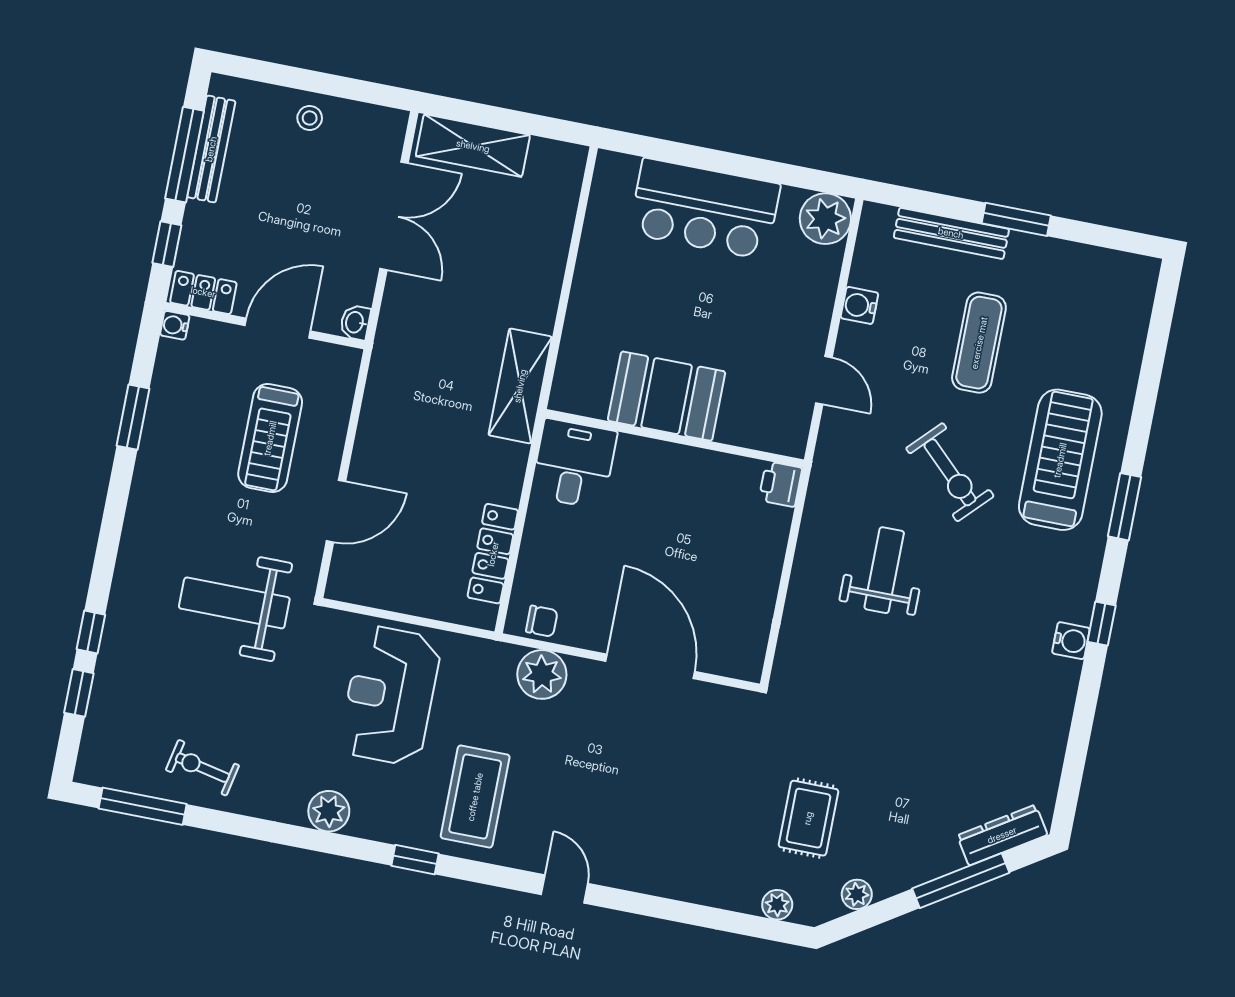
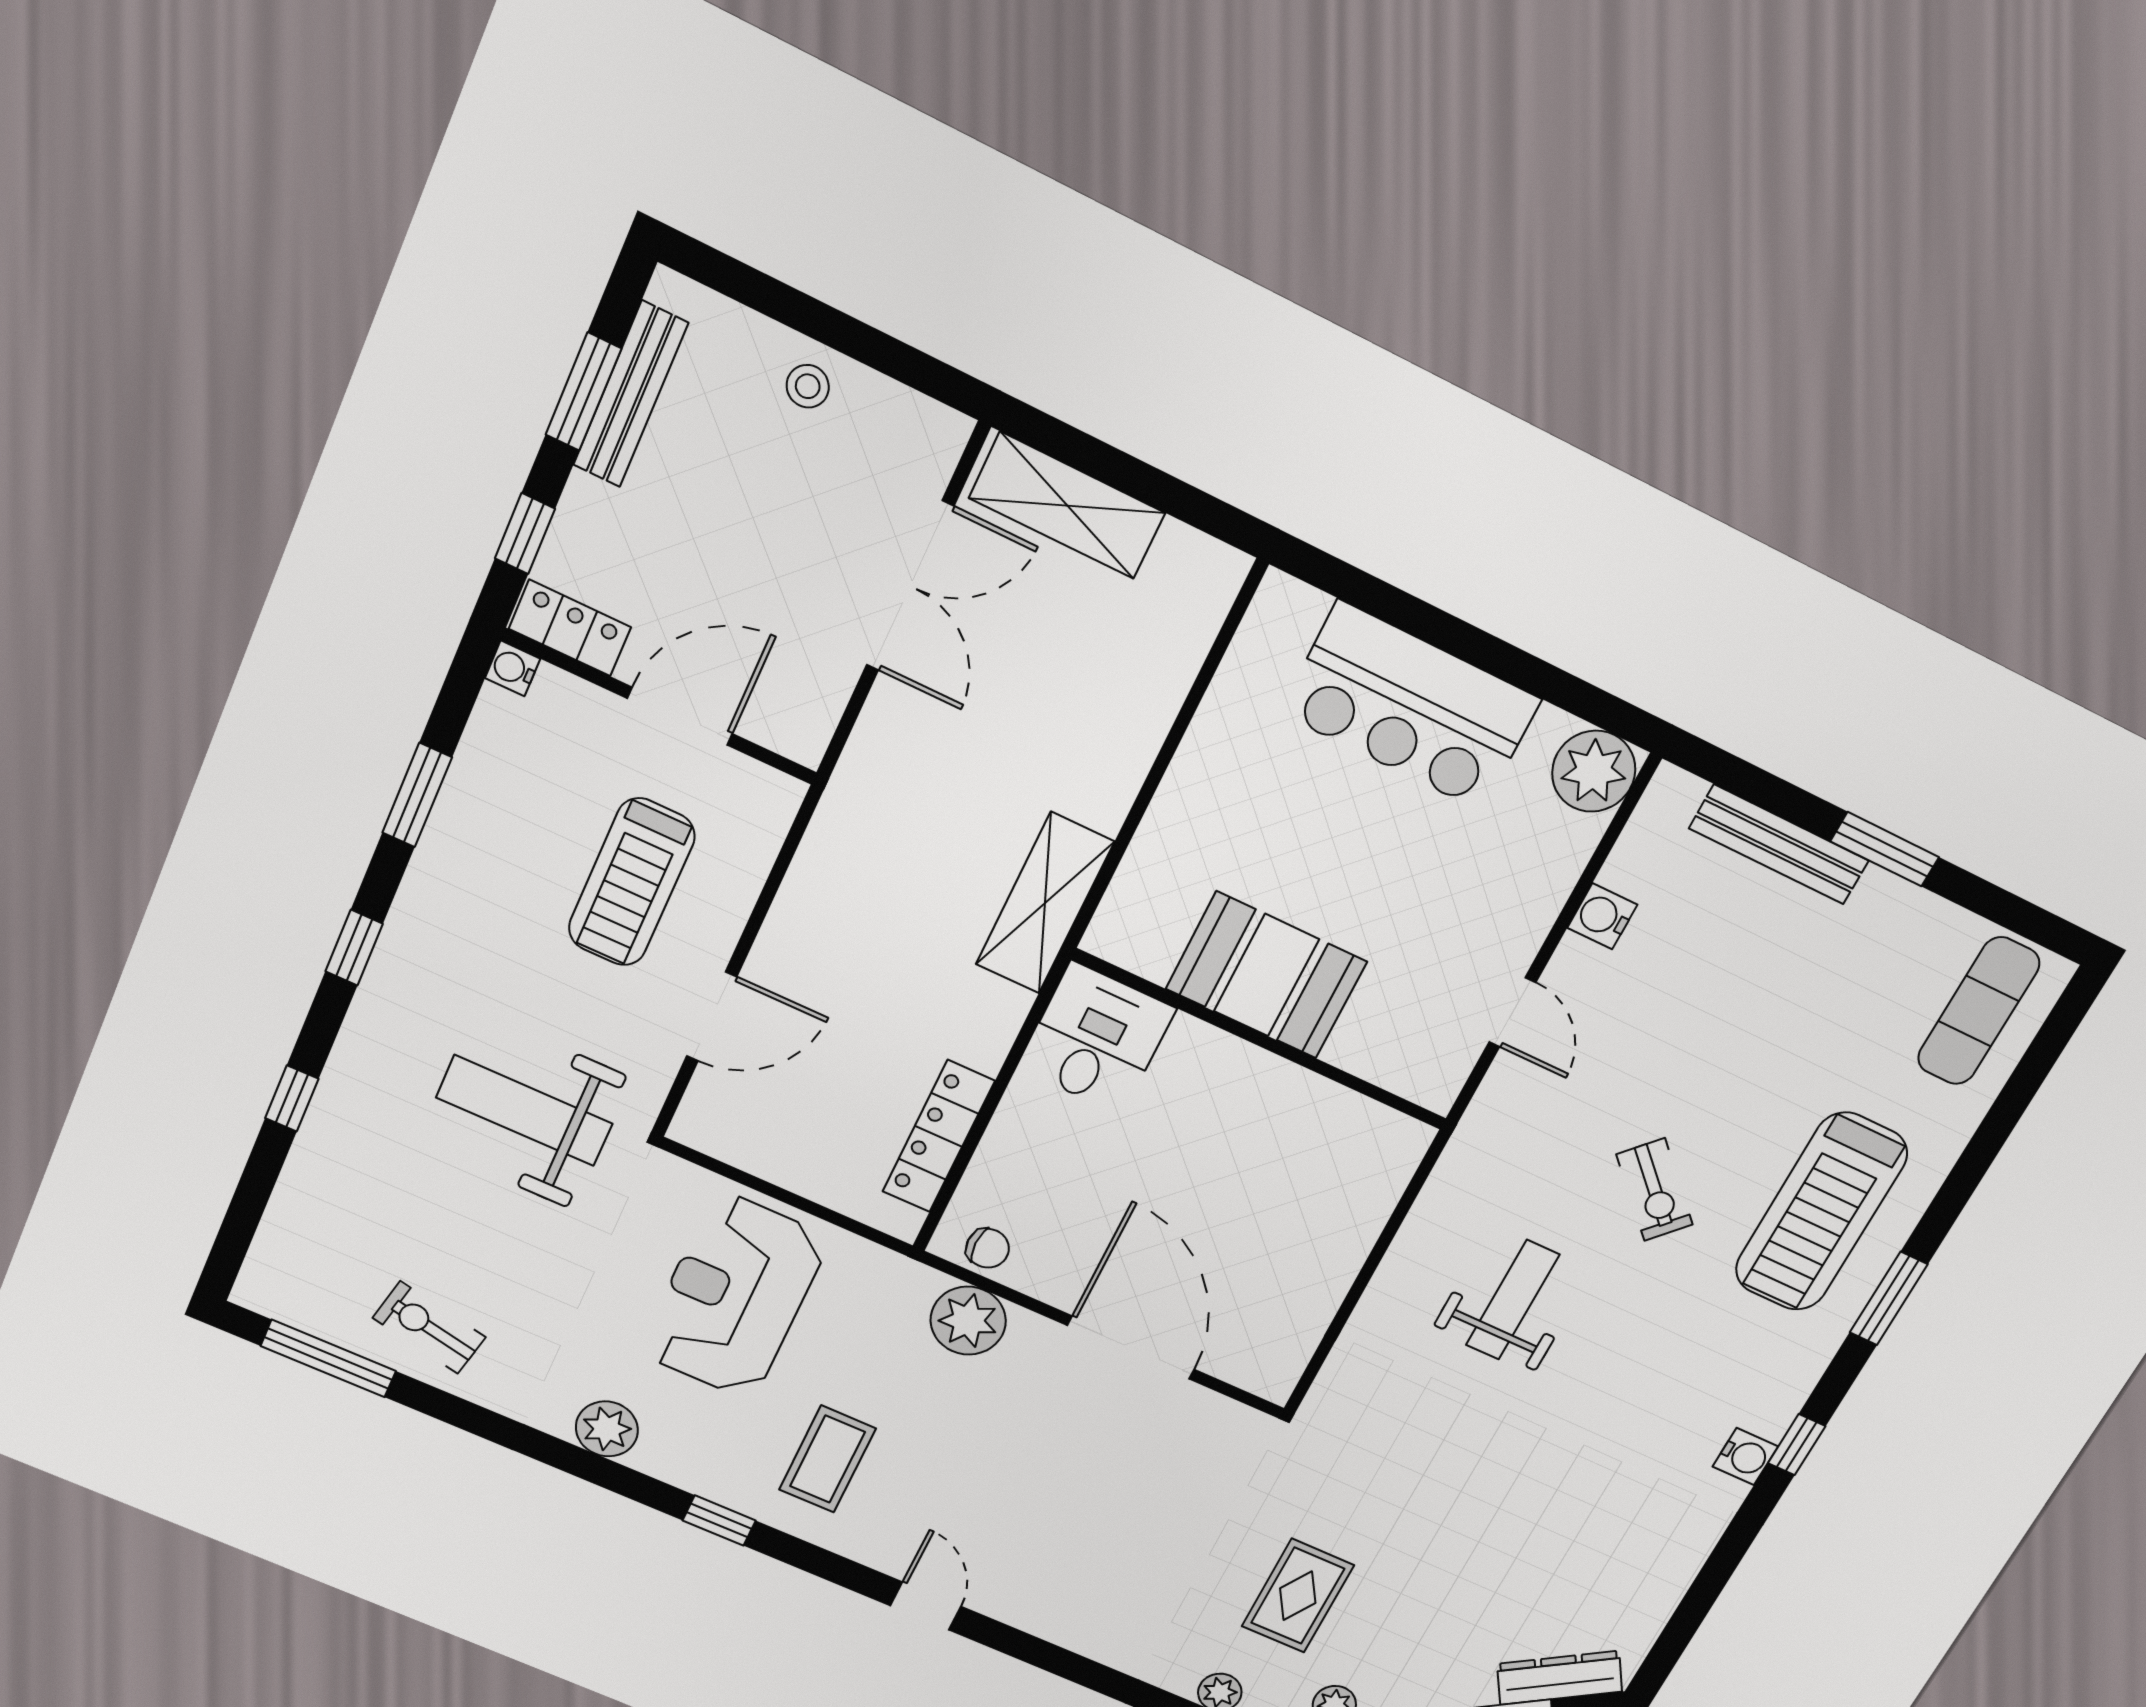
window: (185, 155) -> (583, 392), width x0.69
washbasin: (355, 322) -> (807, 739), removed
exercise mat: (979, 343) -> (1979, 1011), moved
treadmill: (1060, 460) -> (1821, 1212), turned 180
exercise bike: (950, 472) -> (1655, 1190), width x0.73, depth x0.72
printer: (780, 484) -> (1399, 1144), removed
window: (79, 693) -> (354, 948), moved
coffee table: (475, 797) -> (827, 1459), width x0.73, depth x0.76

